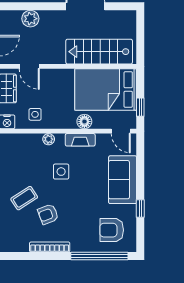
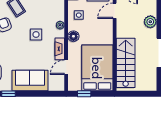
plant: (30, 19) -> (150, 22), moved
floor lamp: (84, 122) -> (73, 36), moved
door: (121, 131) -> (66, 67), moved

